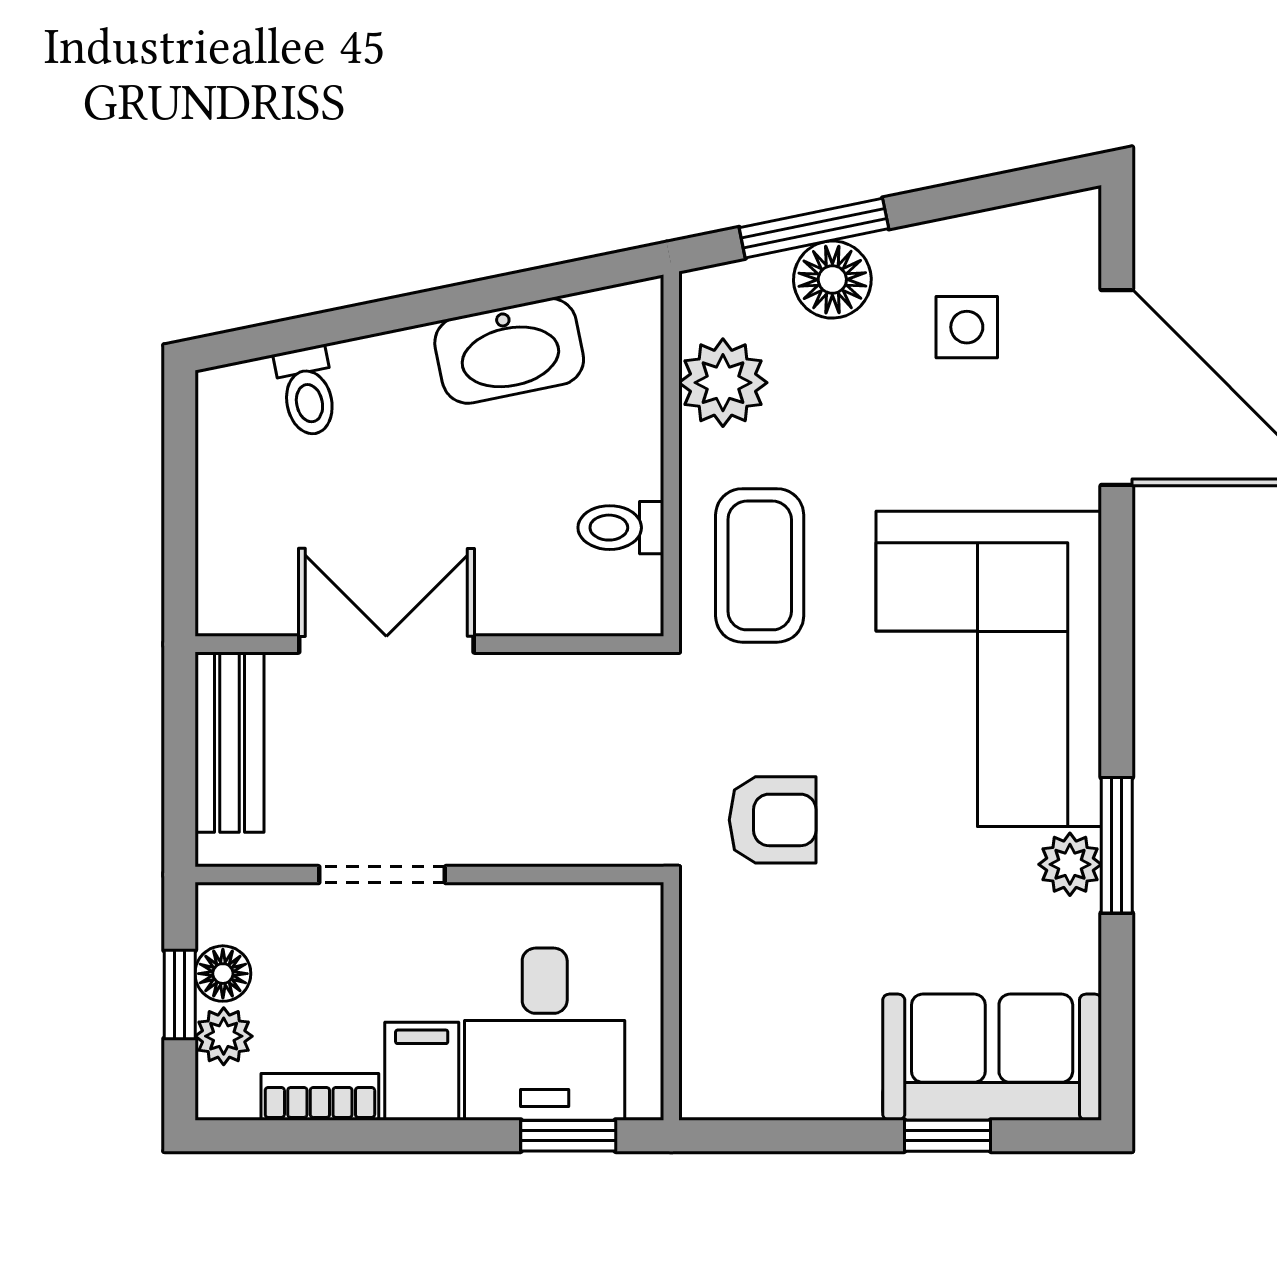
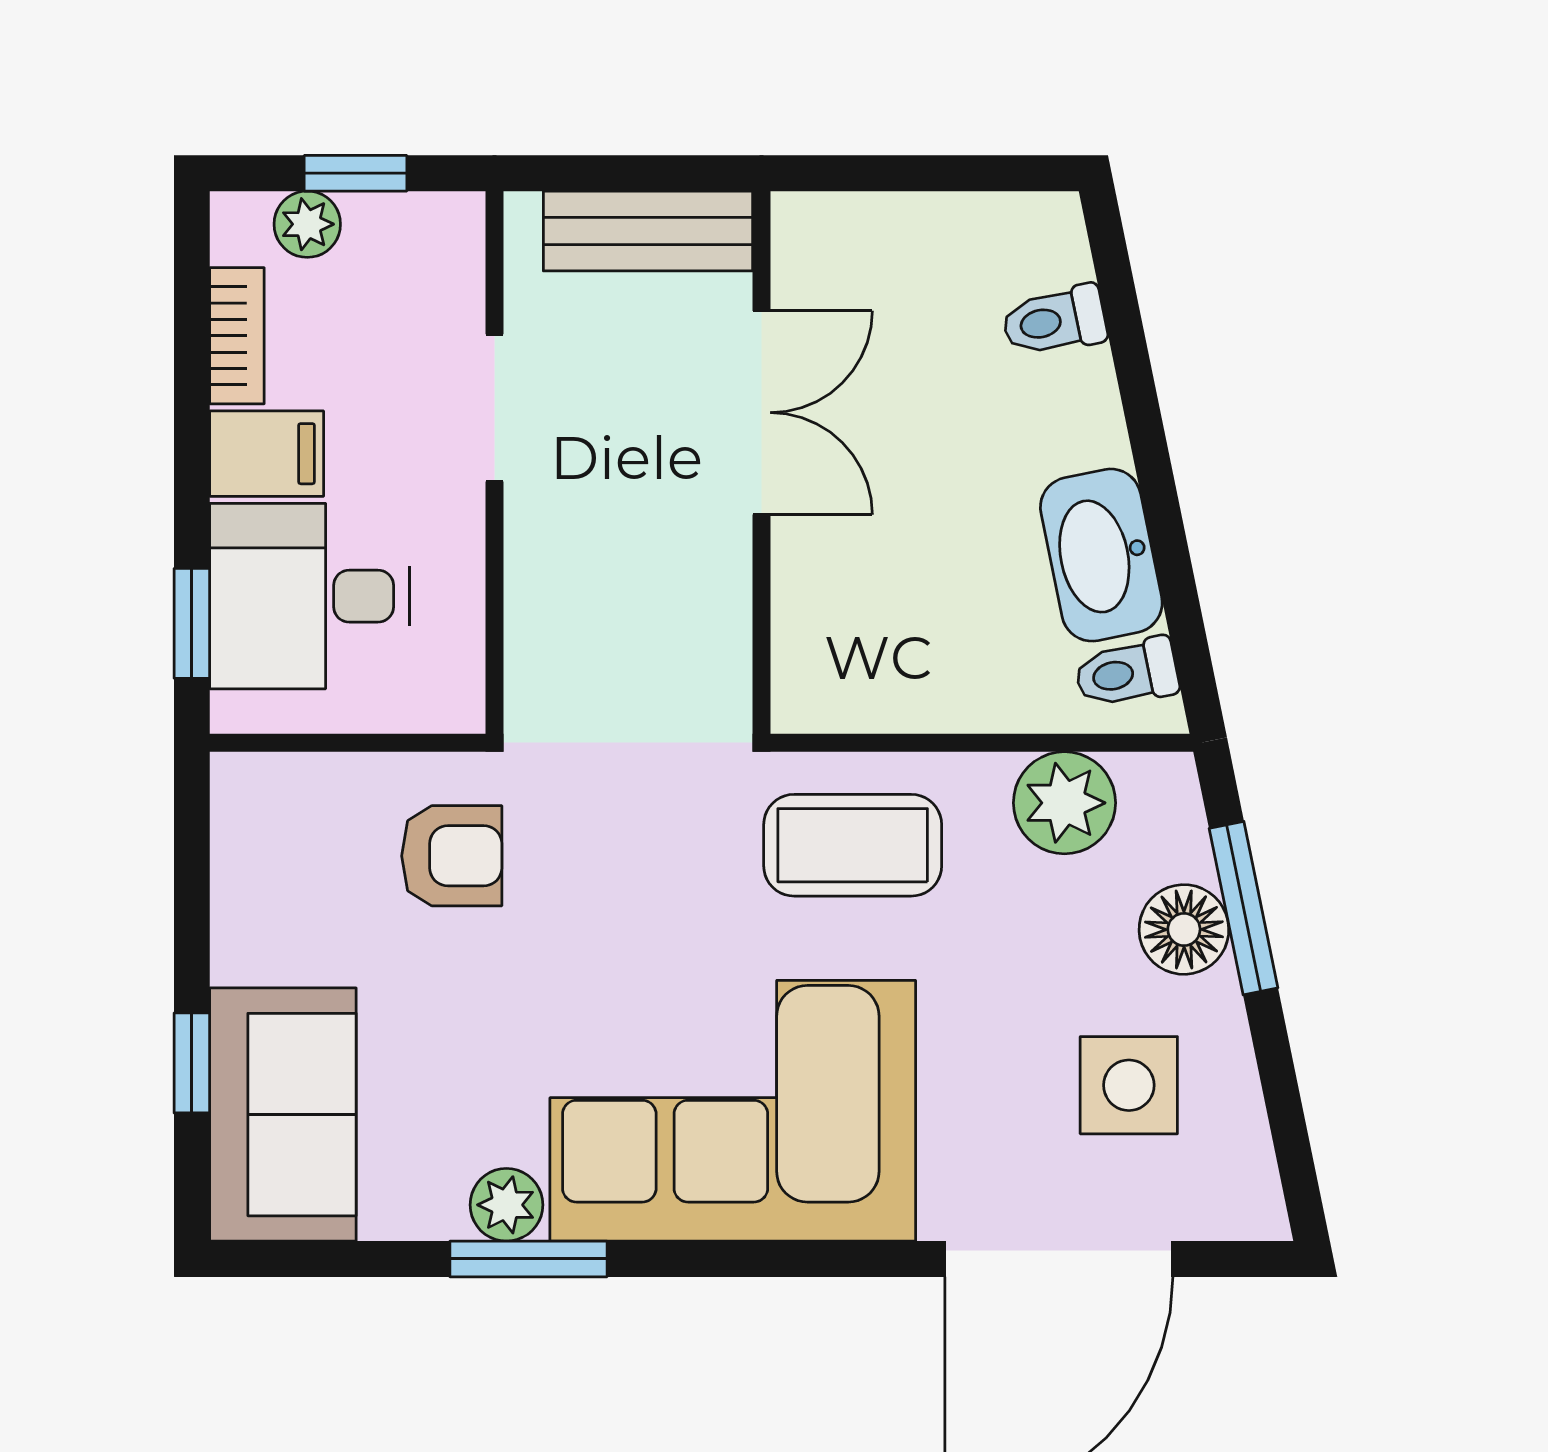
side table: (967, 327) -> (1129, 1085), width x1.37, depth x1.37
toilet: (621, 528) -> (1127, 673), moved, turned -102
armchair: (773, 820) -> (452, 856), moved, turned -90
floor lamp: (223, 974) -> (380, 223), removed

